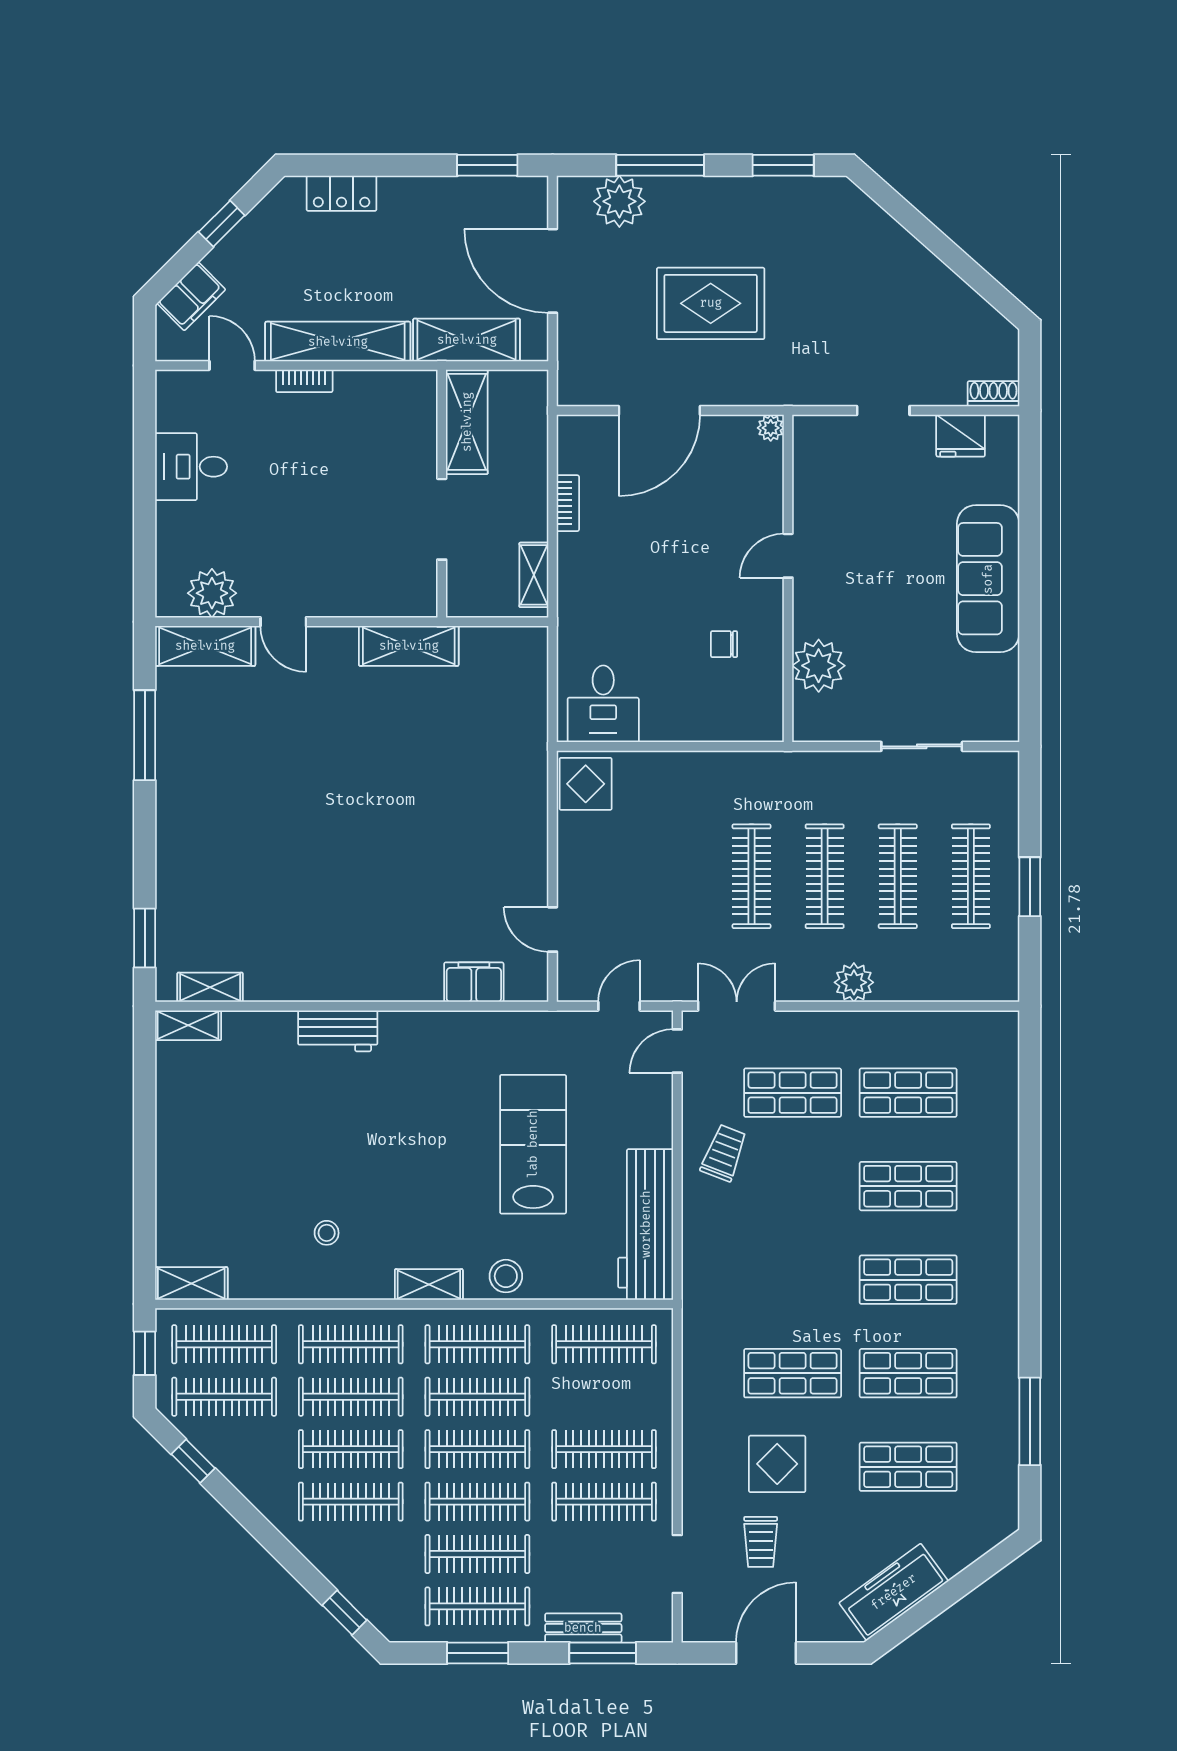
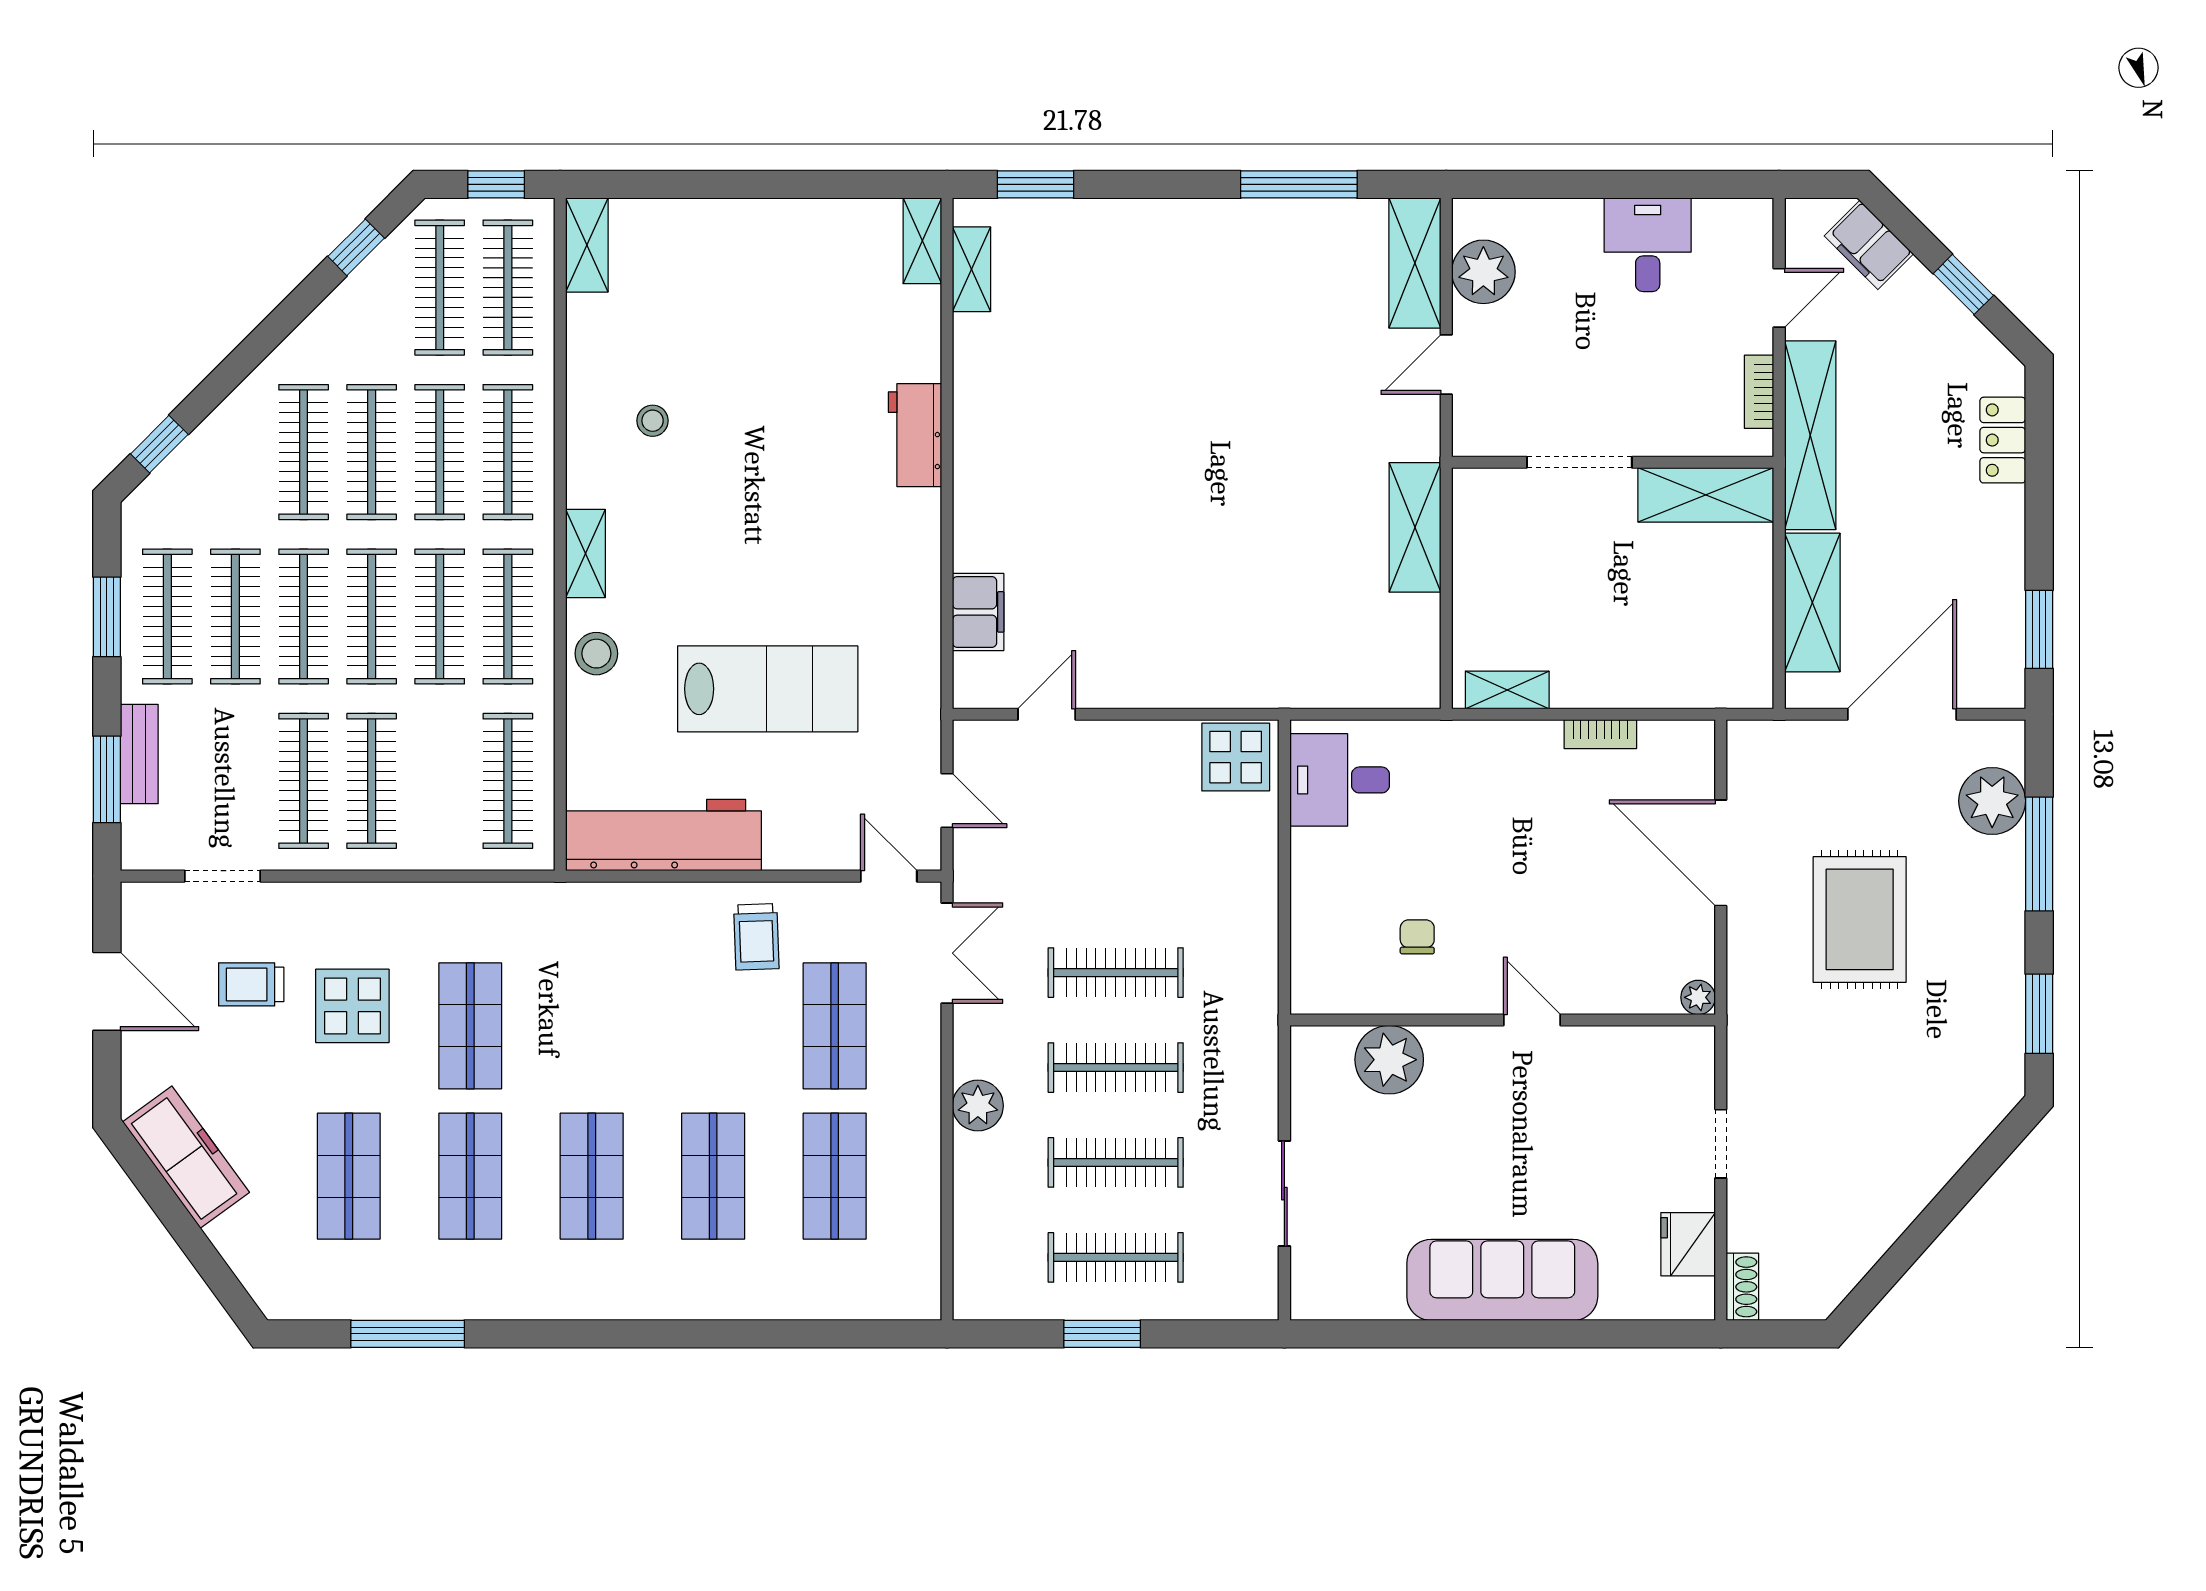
shelving: (467, 422) -> (1706, 495), moved
wall: (442, 494) -> (1613, 462), moved
doorway: (442, 519) -> (1579, 462), moved
trolley: (724, 1153) -> (756, 937), turned 67

